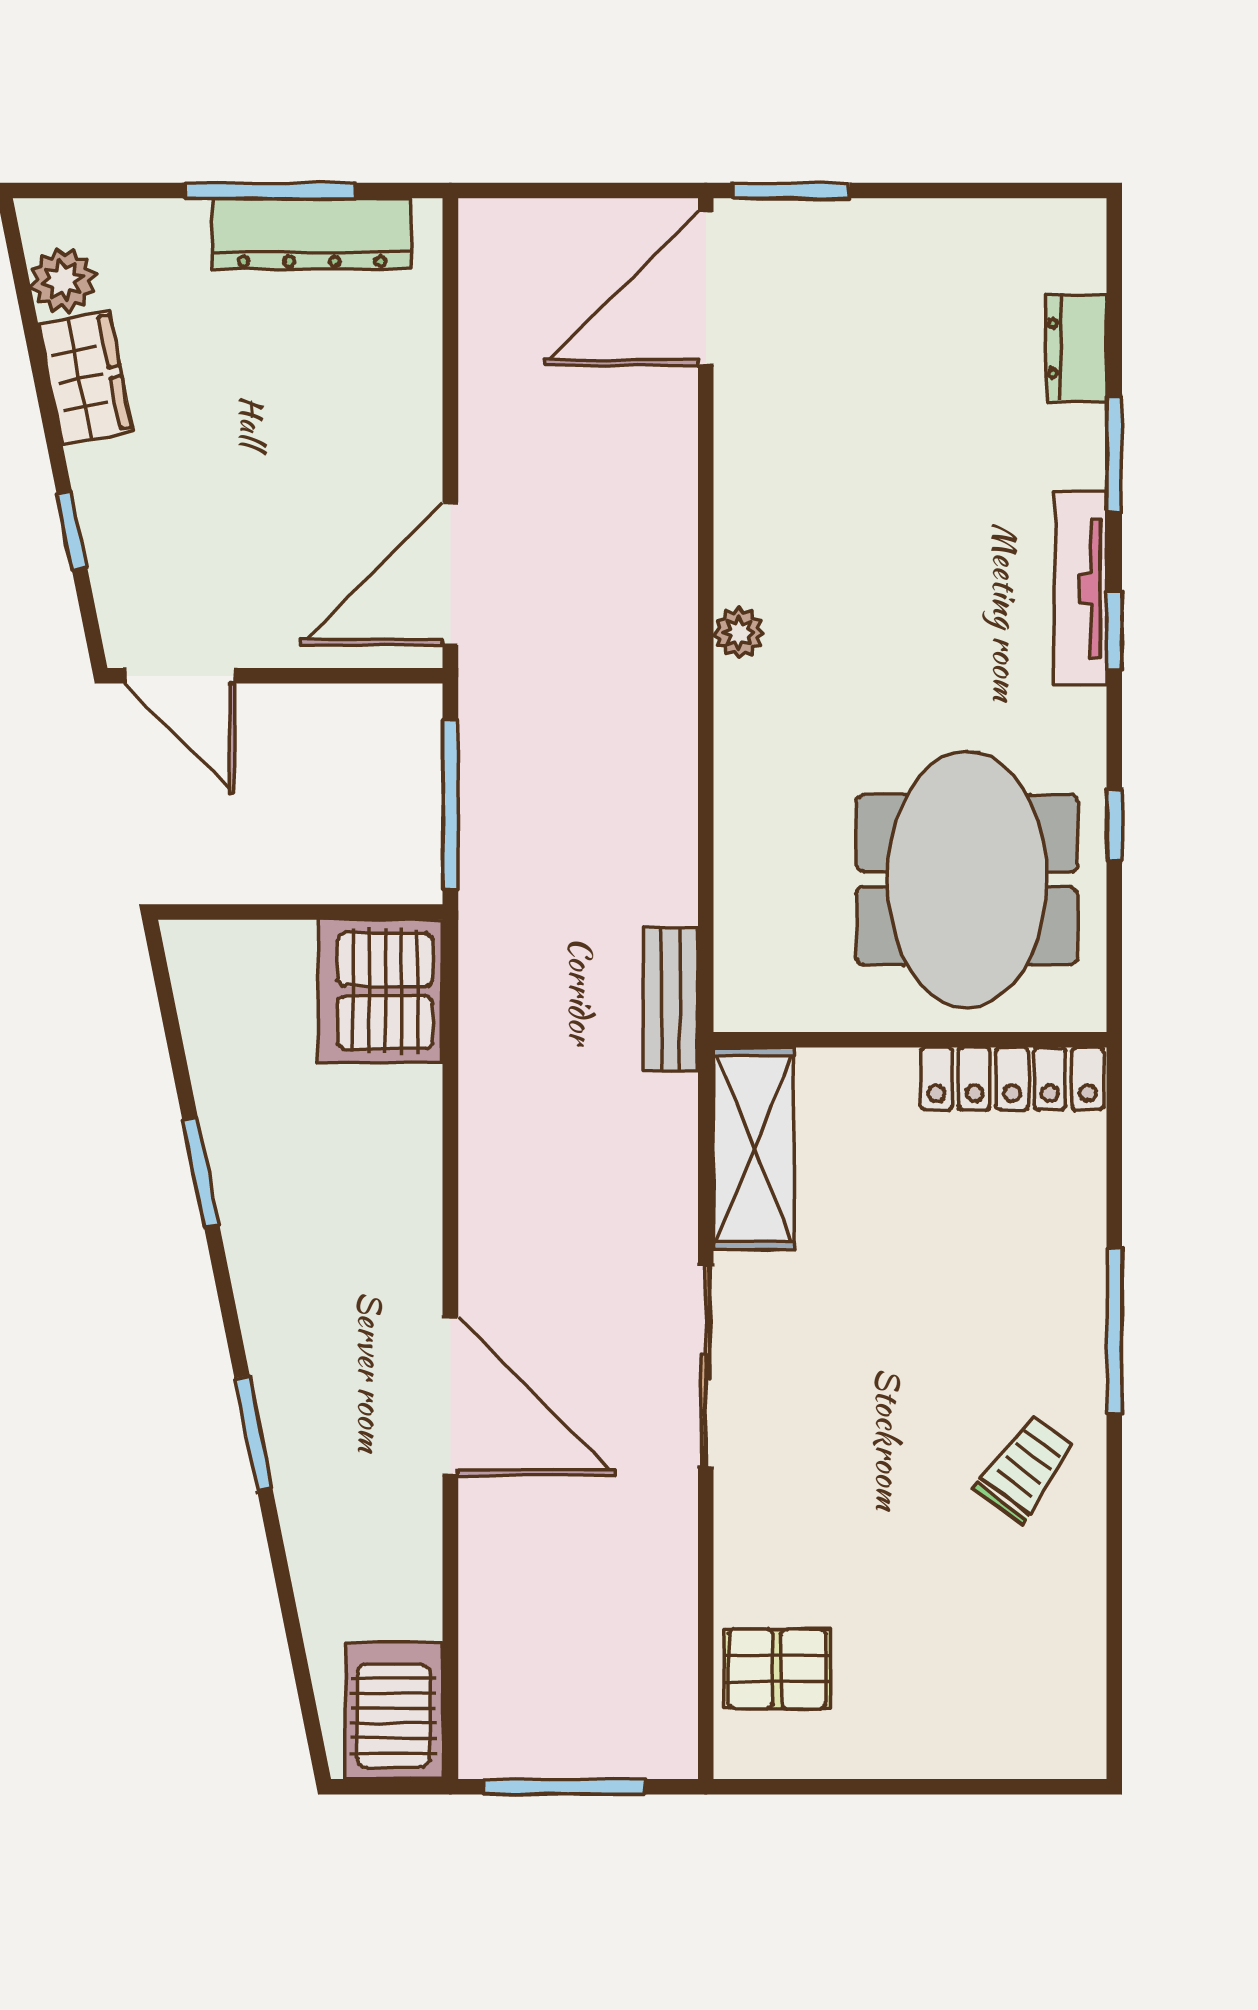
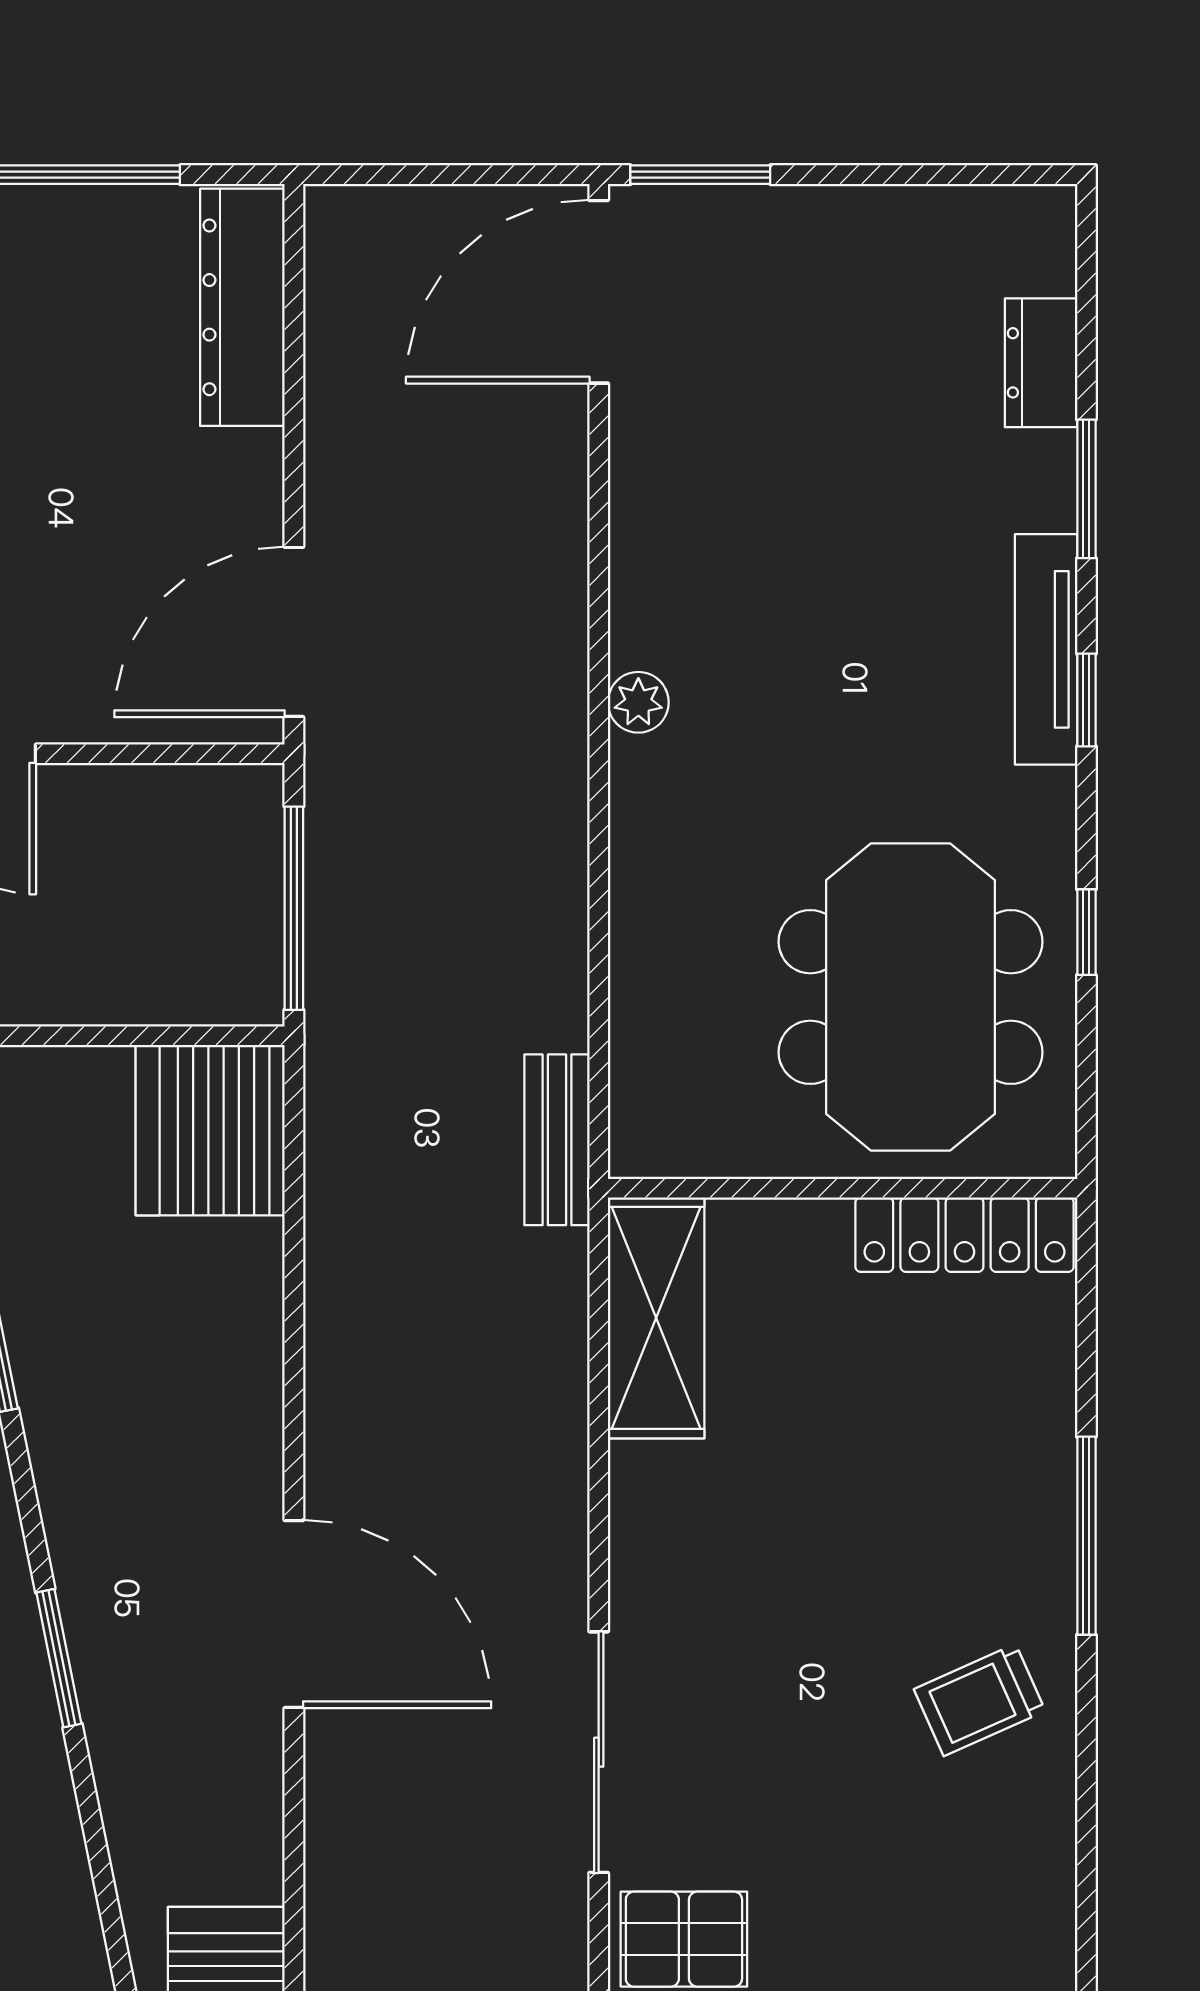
dresser: (312, 234) -> (242, 307), moved, turned 90
sliding door: (706, 1366) -> (599, 1752), moved
trolley: (1025, 1469) -> (980, 1700), turned -150

